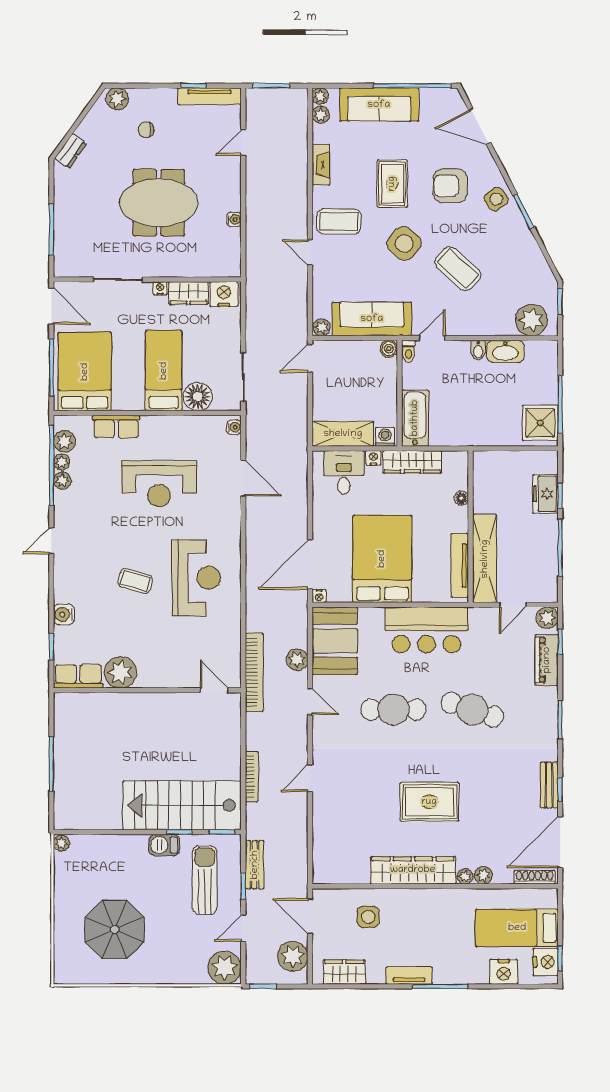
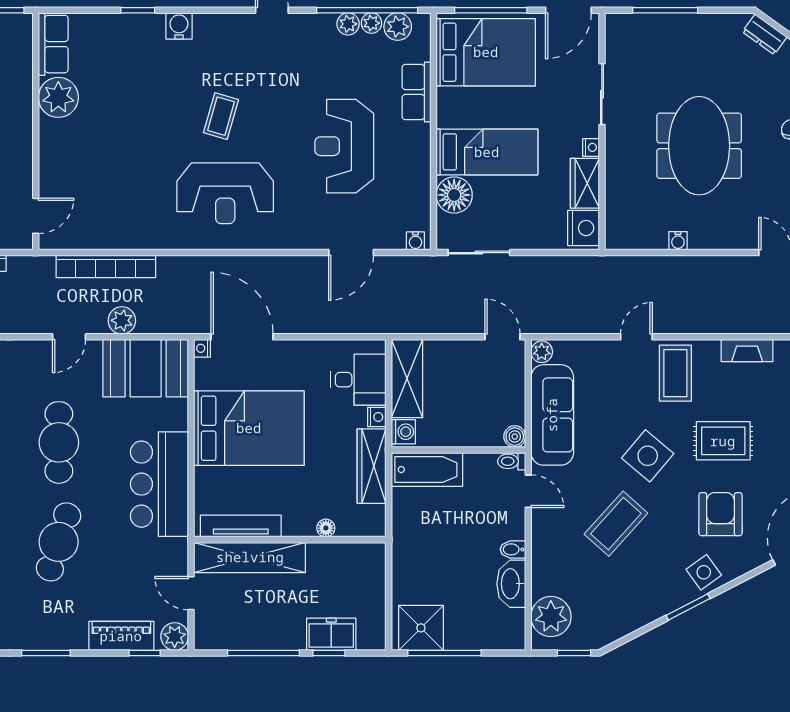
plant: (120, 672) -> (58, 97), moved
row of seats: (78, 676) -> (53, 44), moved
wall: (147, 690) -> (36, 131), moved
door: (214, 690) -> (36, 216), moved

